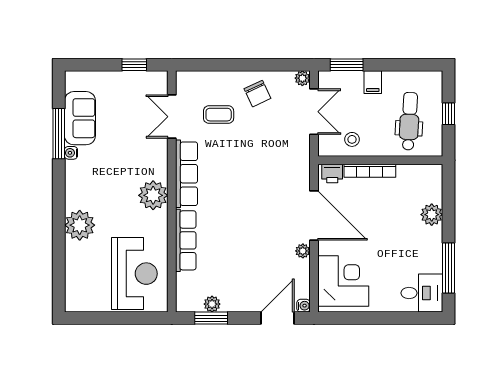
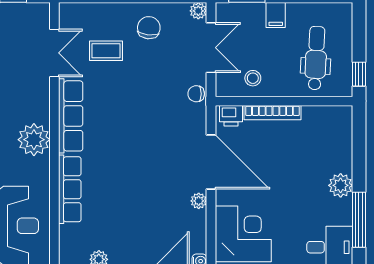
chair: (257, 94) -> (149, 28), turned -148
window: (448, 114) -> (359, 74), moved
double door: (172, 117) -> (54, 53), swing flipped
chair: (301, 154) -> (196, 94), added
plant: (432, 215) -> (341, 185), moved

